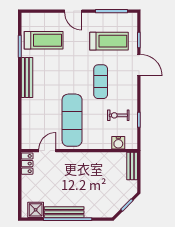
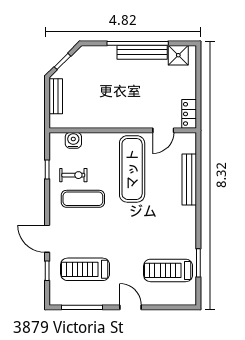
bench: (27, 78) -> (189, 179), moved
exercise mat: (101, 82) -> (83, 199), moved, turned 90
bench: (132, 166) -> (56, 96), moved

